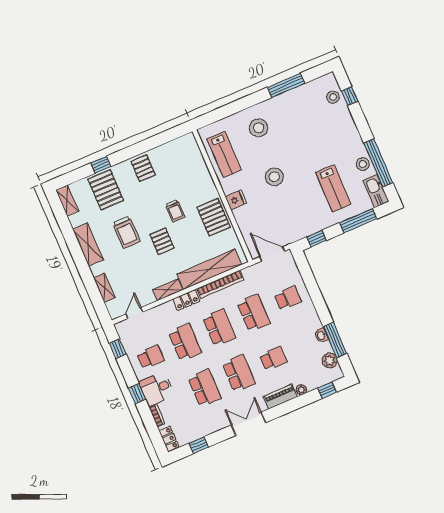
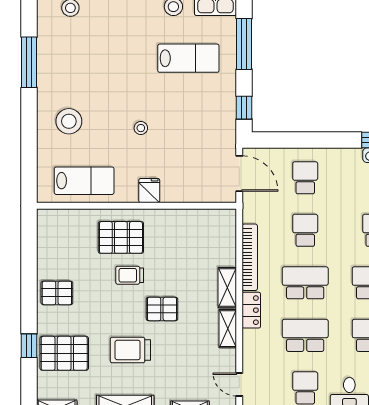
stool: (274, 177) -> (141, 128), width x0.53, depth x0.53
trolley: (175, 211) -> (130, 275), turned 180
pallet: (214, 217) -> (121, 237), moved
trolley: (126, 232) -> (130, 350), turned 180
door: (272, 254) -> (239, 174), swing flipped
shelving: (209, 269) -> (227, 288), width x0.45, depth x0.75
school desk: (254, 313) -> (305, 230), width x0.54

